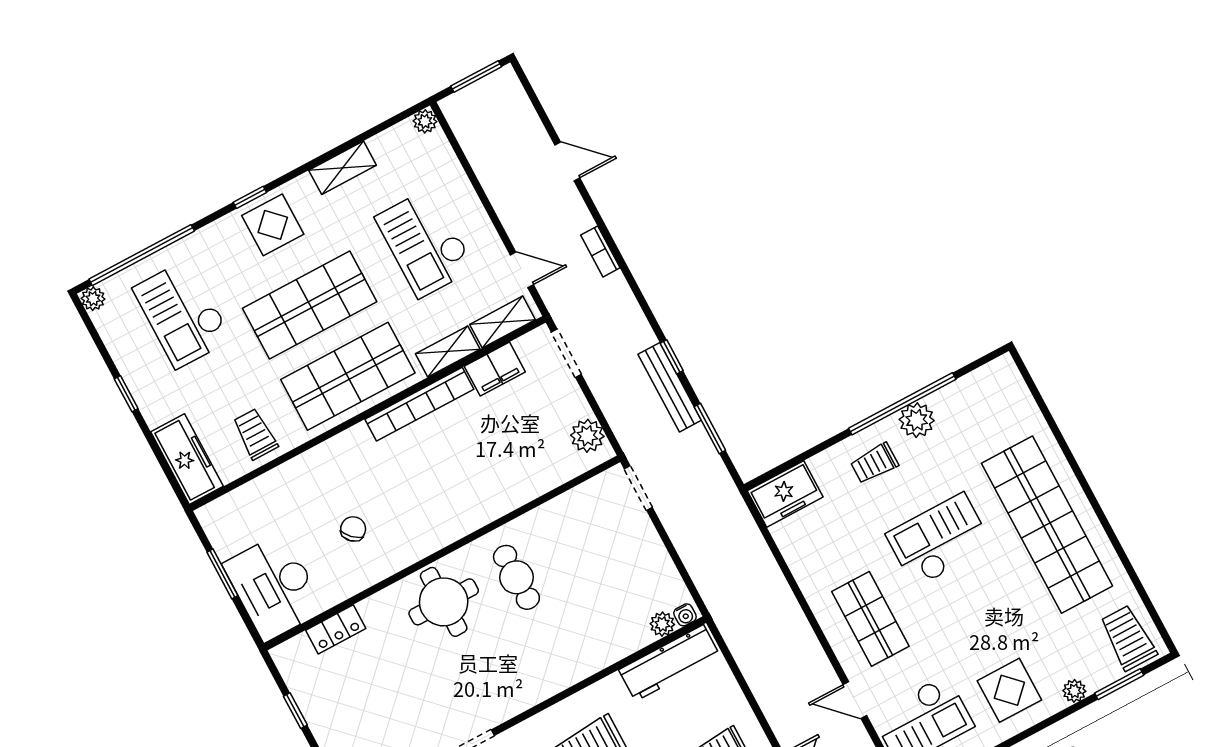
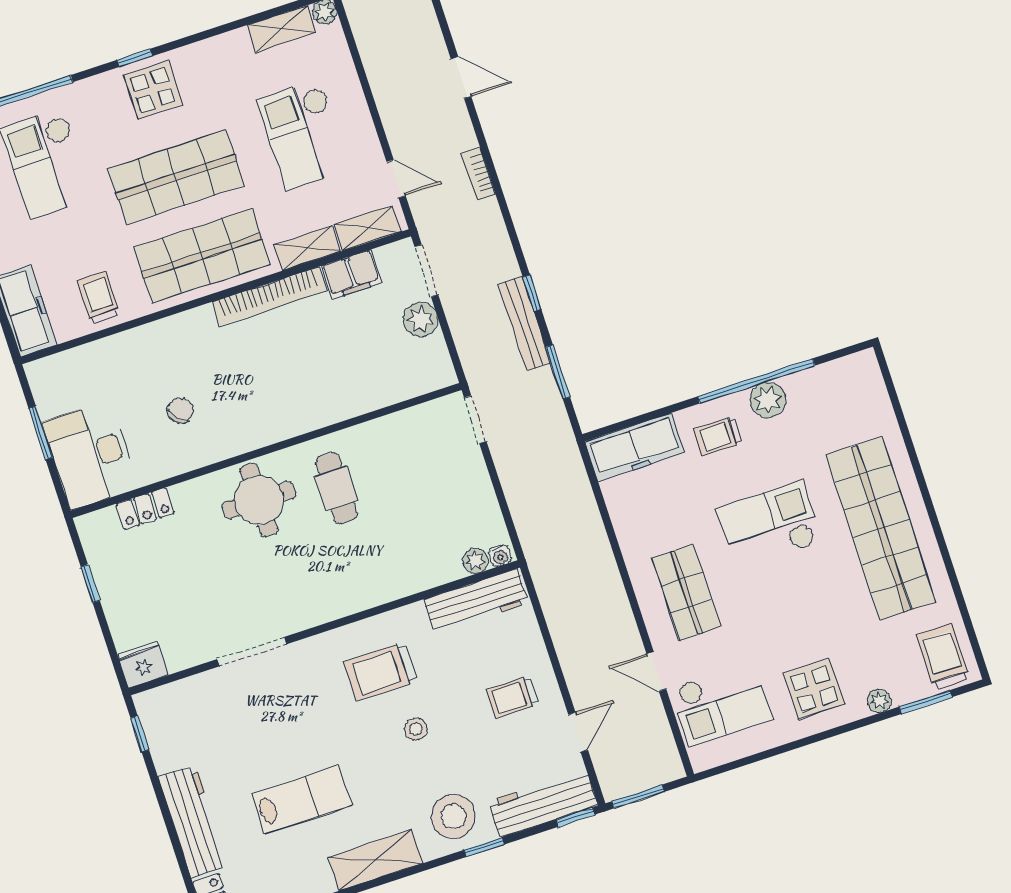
shelving: (343, 168) -> (281, 29), moved
plant: (587, 436) -> (420, 320), moved
freezer: (785, 494) -> (635, 447), width x1.40

